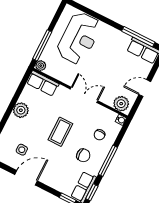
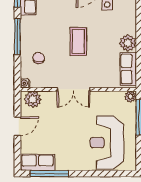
row of seats: (43, 83) -> (128, 69), moved, turned -90
chair: (83, 155) -> (44, 30), removed

